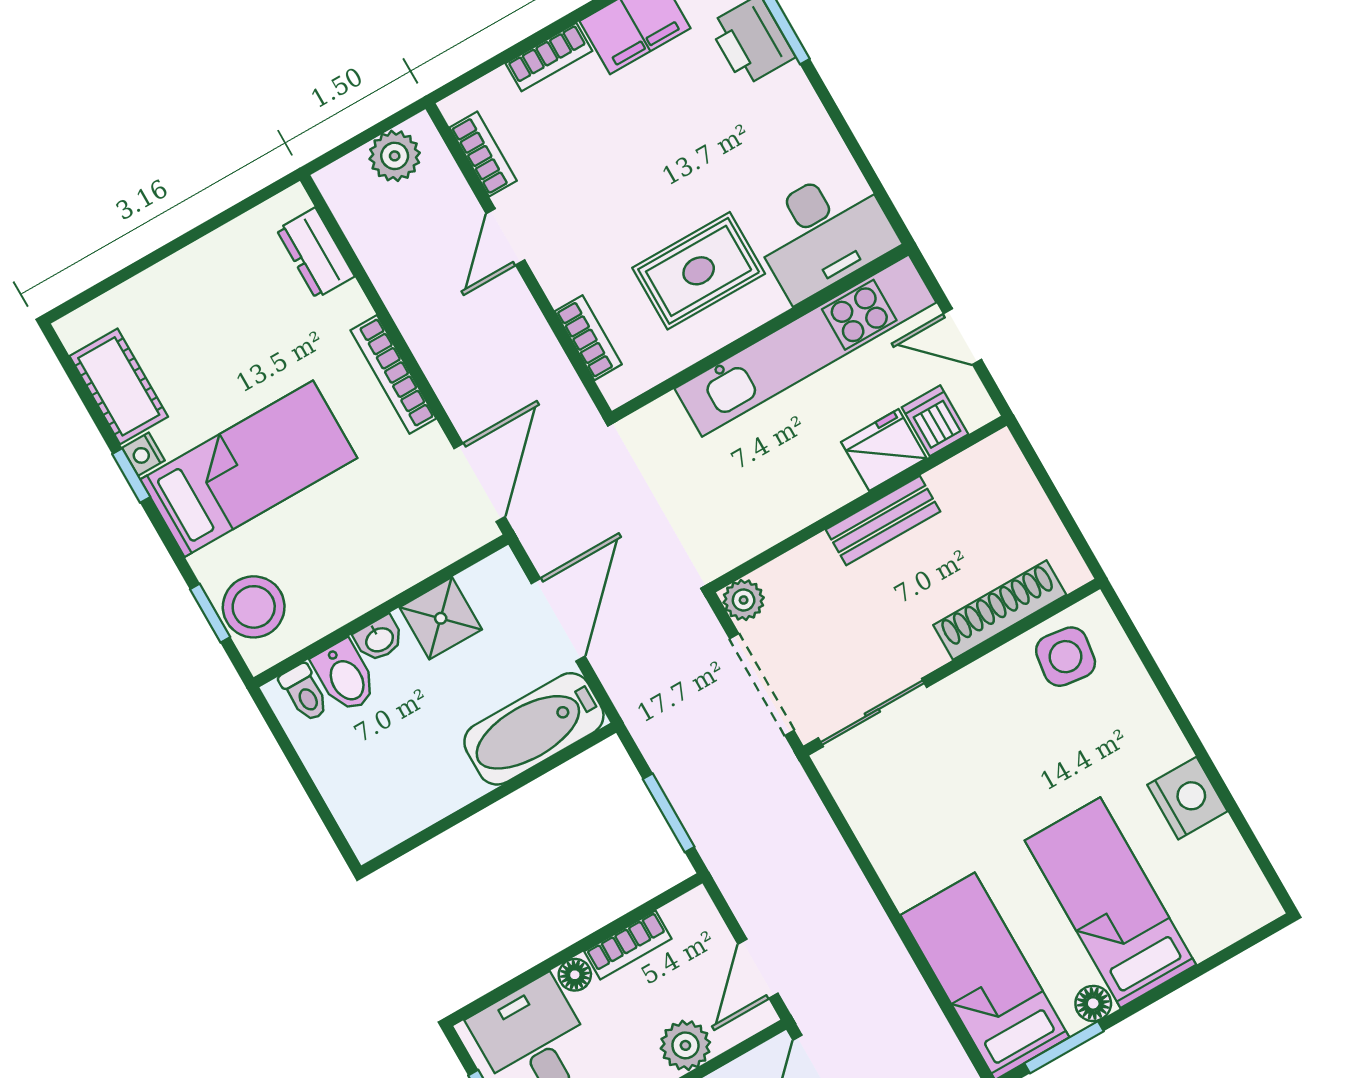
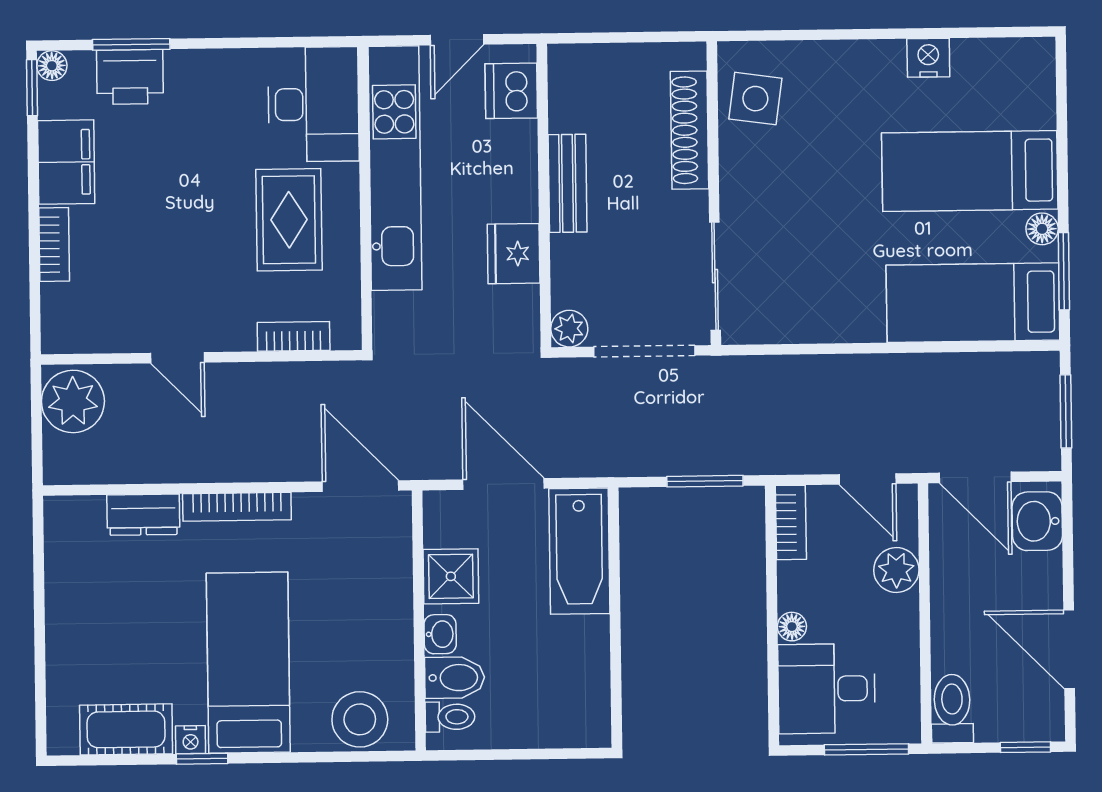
bookcase: (483, 154) -> (102, 339), removed
plant: (395, 156) -> (73, 401), width x1.36, depth x1.36
dresser: (316, 253) -> (143, 515), moved
dishwasher: (935, 421) -> (511, 91), width x1.38
fridge: (884, 450) -> (514, 254), moved
window: (210, 613) -> (346, 757), removed
nightstand: (1187, 798) -> (928, 58), width x0.74, depth x0.75
bookcase: (628, 945) -> (791, 522), moved

